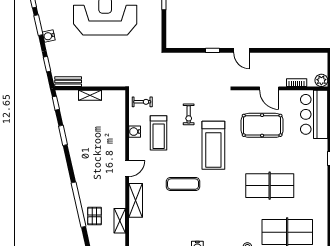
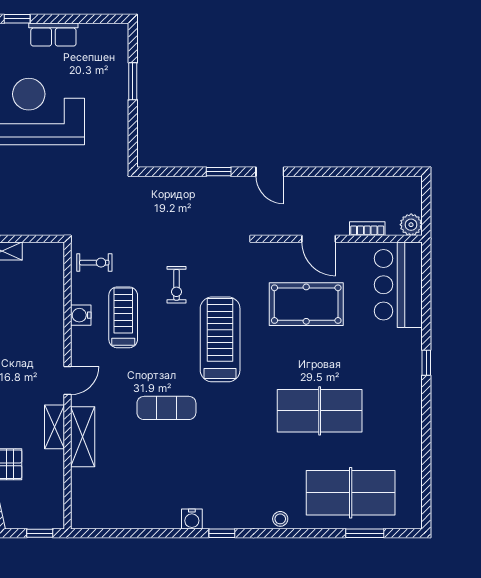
treadmill: (159, 133) -> (123, 317), turned 180
treadmill: (213, 145) -> (220, 339), turned 180
shelving: (120, 221) -> (55, 427), moved

